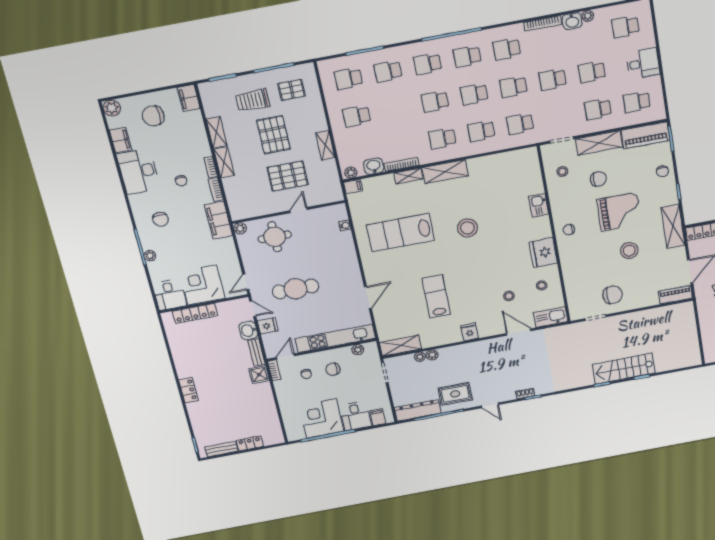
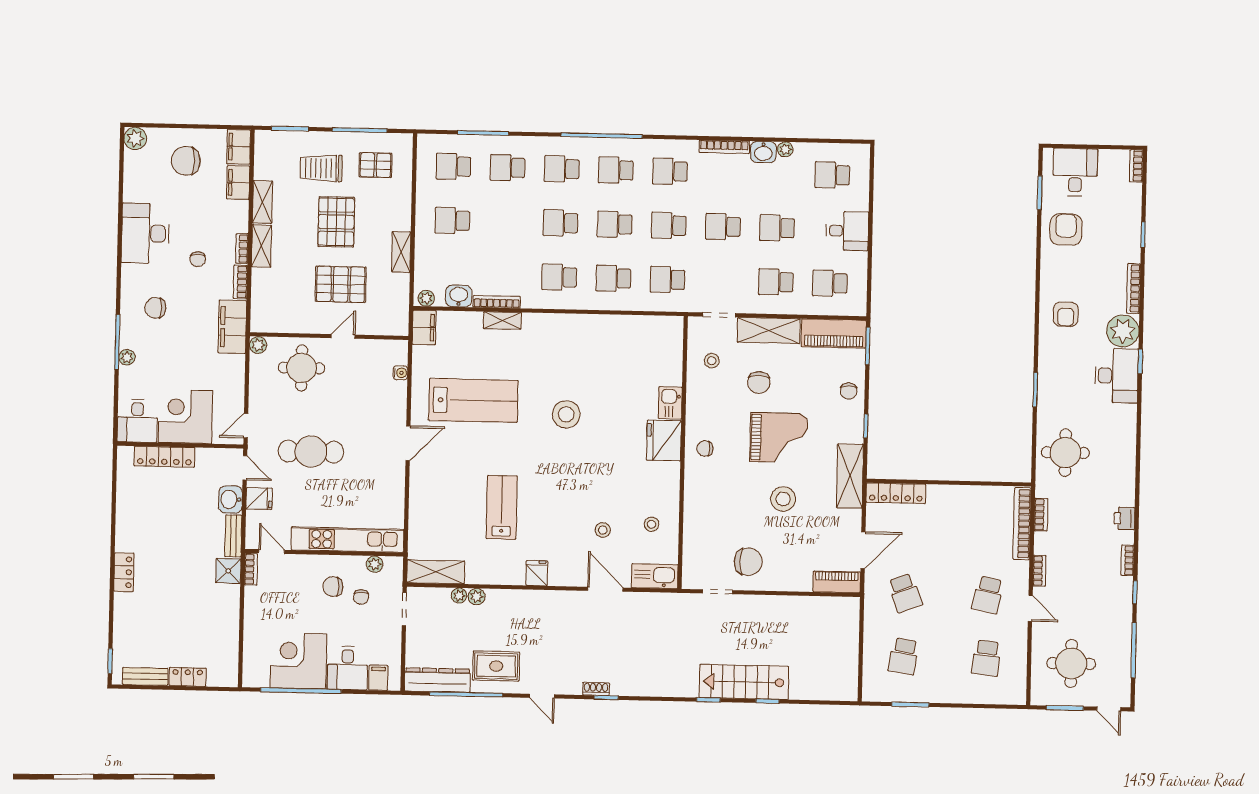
filing cabinet: (121, 140) -> (238, 182), moved, turned 180
shelving: (445, 172) -> (553, 325), removed
chair: (598, 179) -> (759, 383), turned 90
filing cabinet: (353, 187) -> (424, 327), width x2.00
chair: (160, 219) -> (155, 308), turned 90
lab bench: (400, 233) -> (473, 400), turned 180
fridge: (543, 253) -> (664, 441), moved
door: (368, 298) -> (408, 443), moved
door: (285, 357) -> (272, 552), hinge flipped
chair: (306, 374) -> (361, 597), moved

